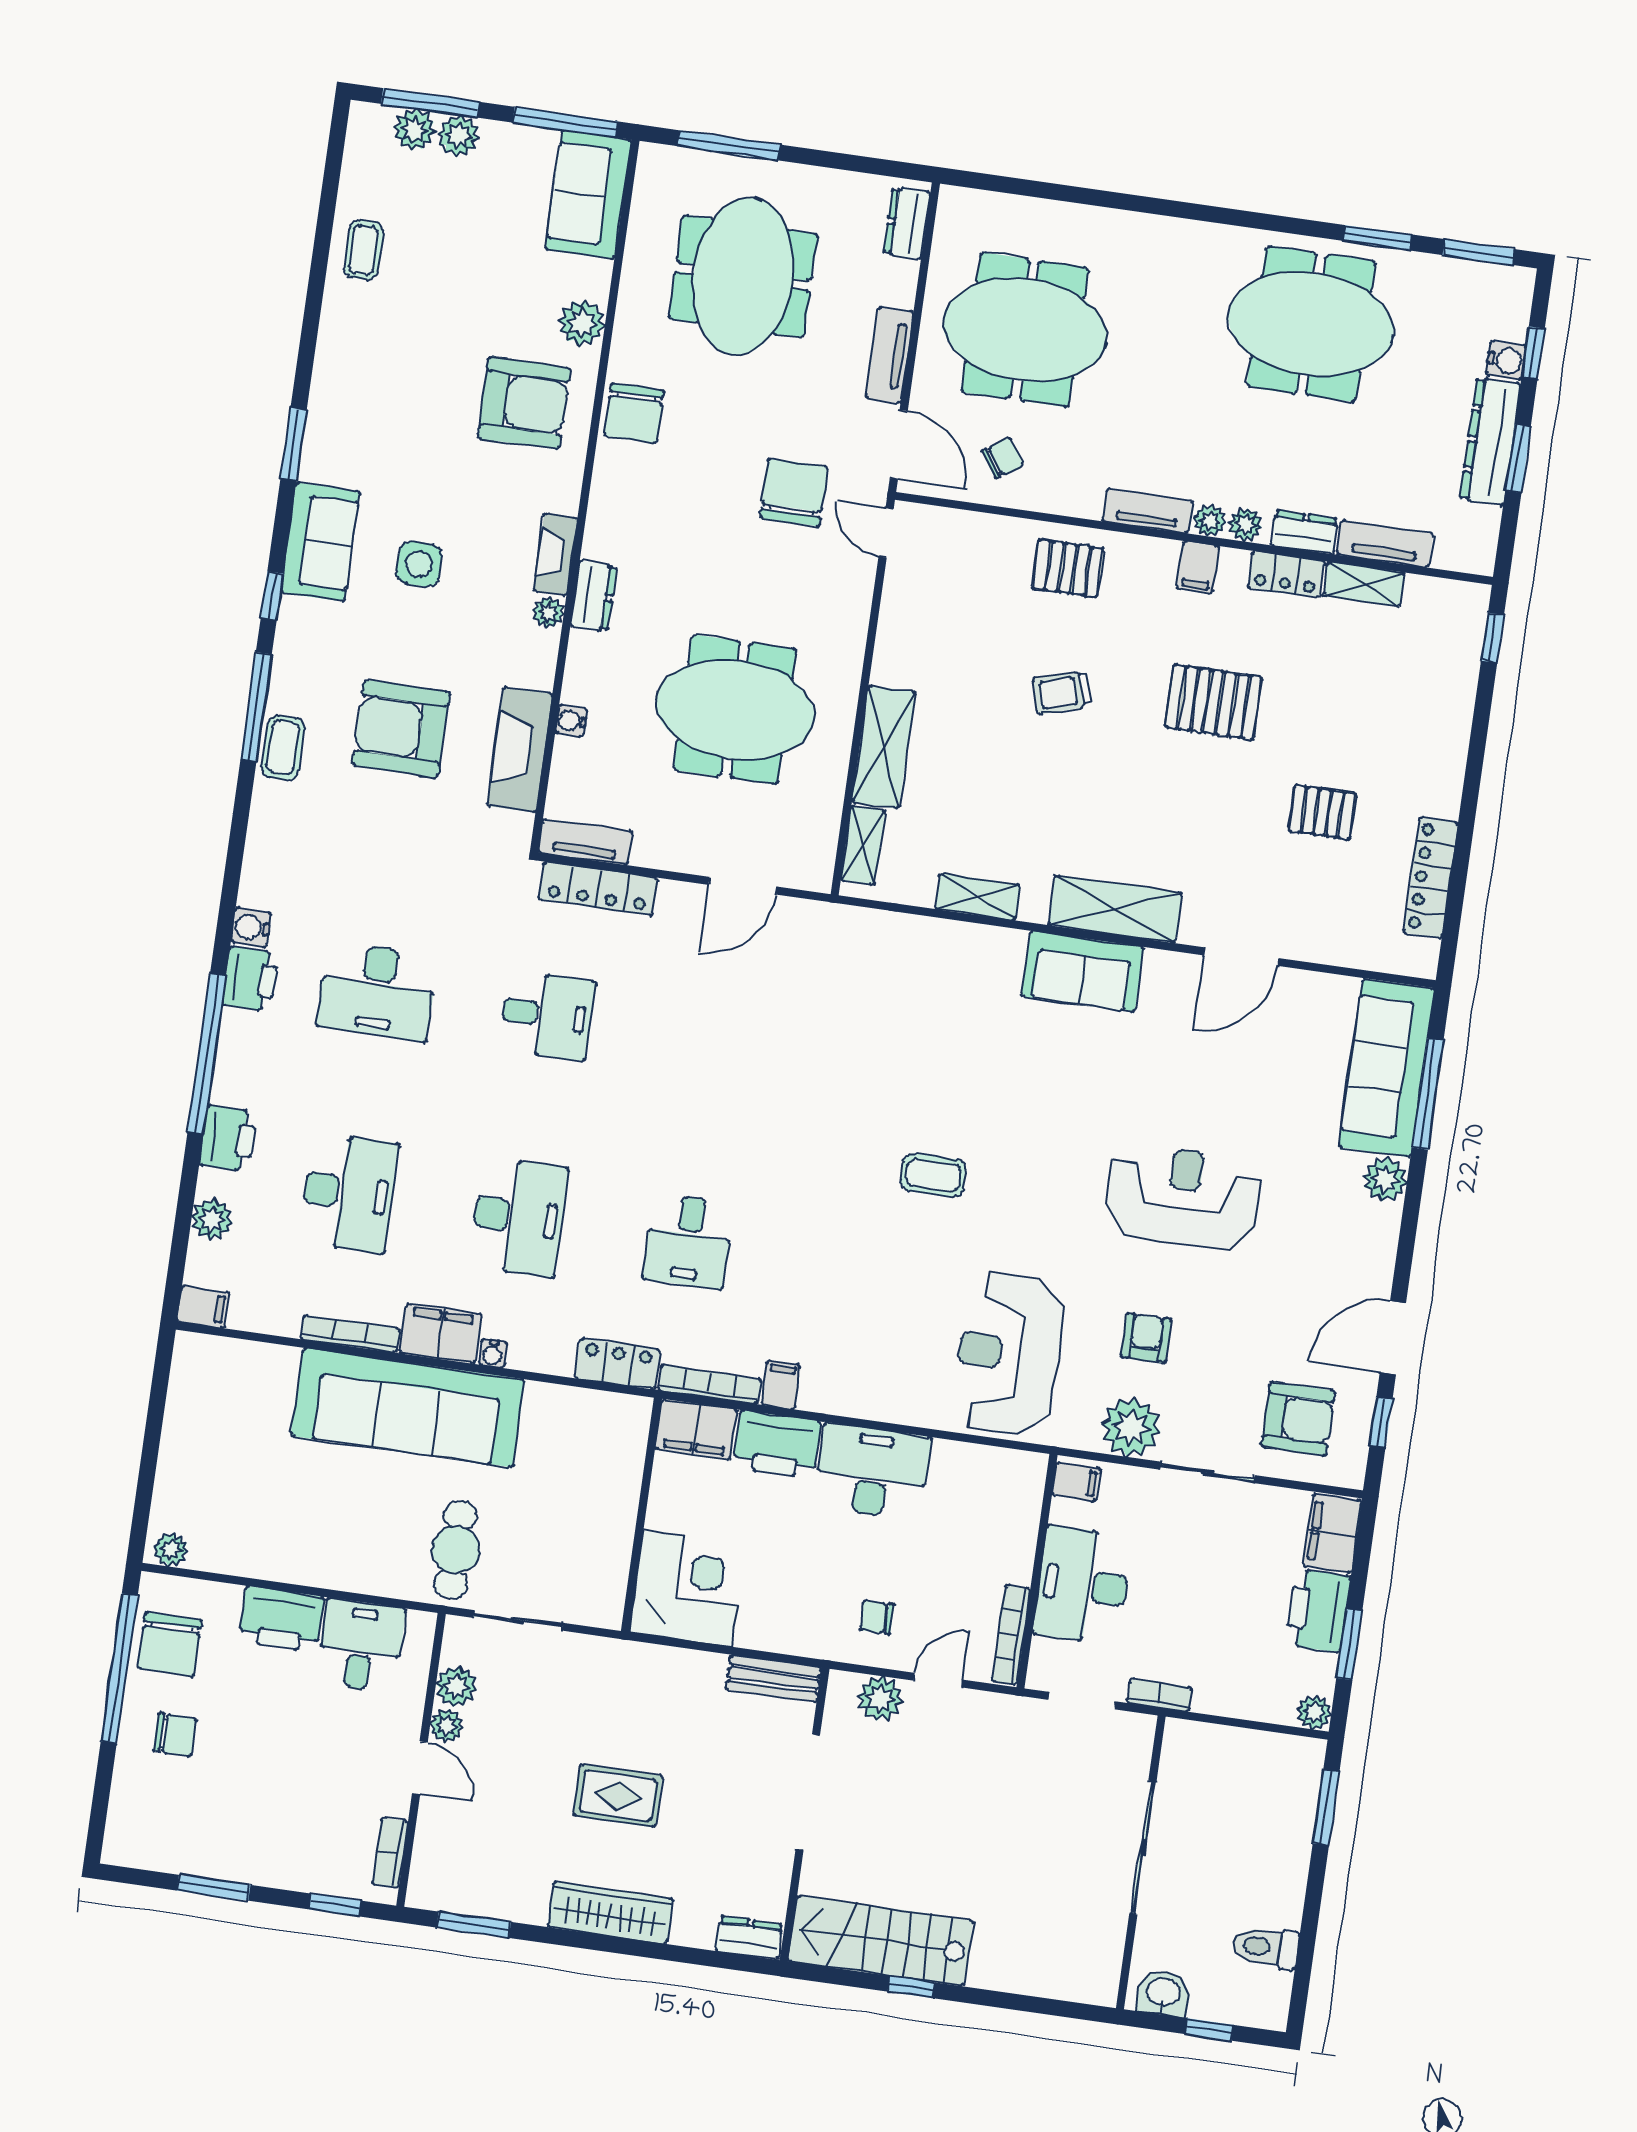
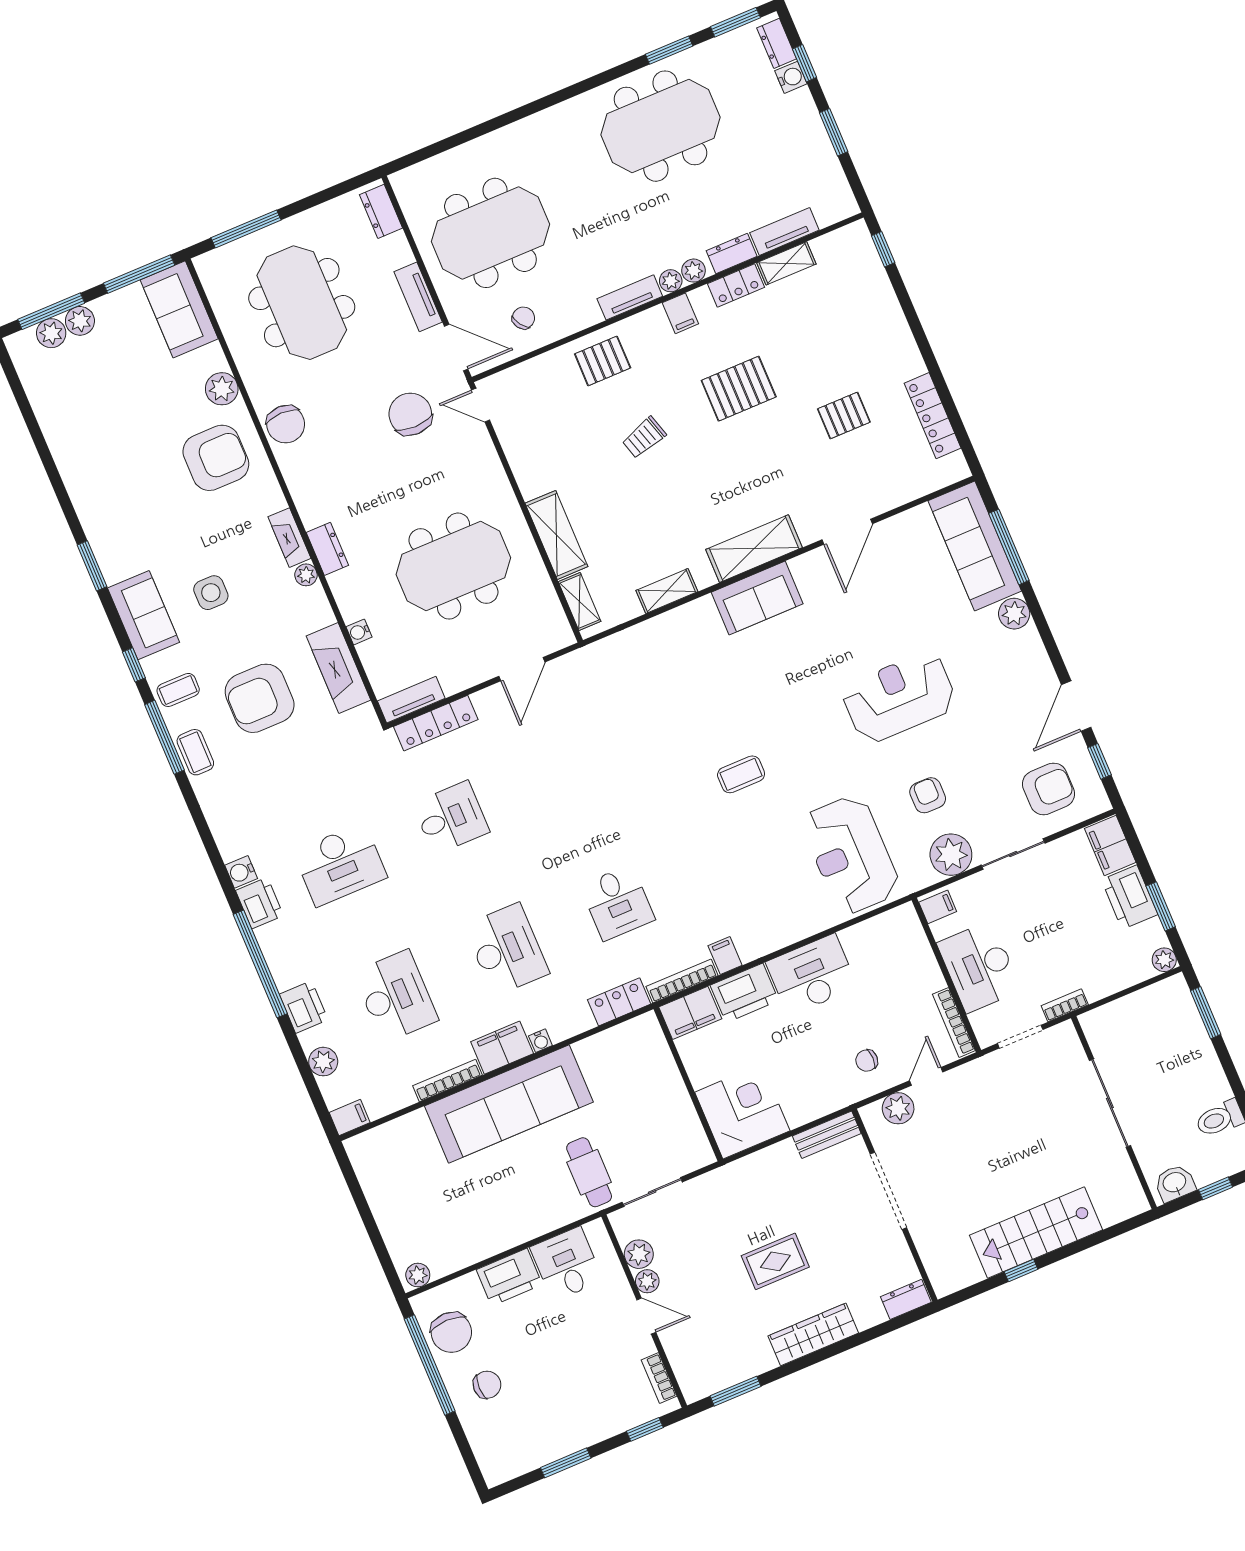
coffee table: (364, 250) -> (178, 690), moved, turned 90
dresser: (1490, 442) -> (777, 43), moved, width x0.51, depth x0.80
stairs: (880, 1941) -> (1036, 1233), moved

